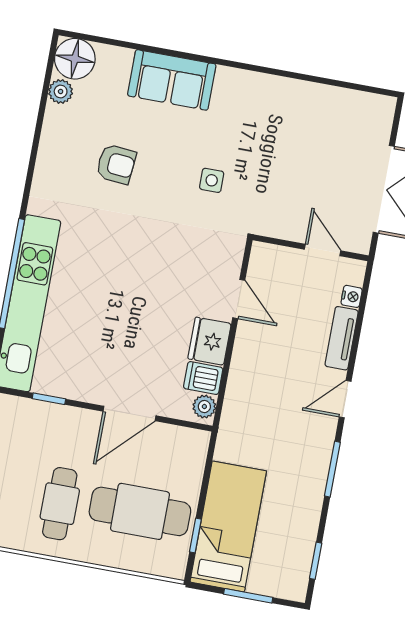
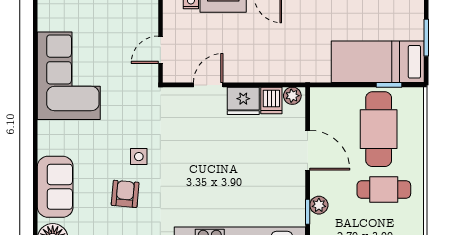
sofa: (172, 80) -> (55, 187), moved
corner sofa: (284, 119) -> (69, 76), added
side table: (212, 180) -> (139, 157), moved
door: (323, 250) -> (160, 50), moved
plant: (55, 415) -> (319, 205), added

